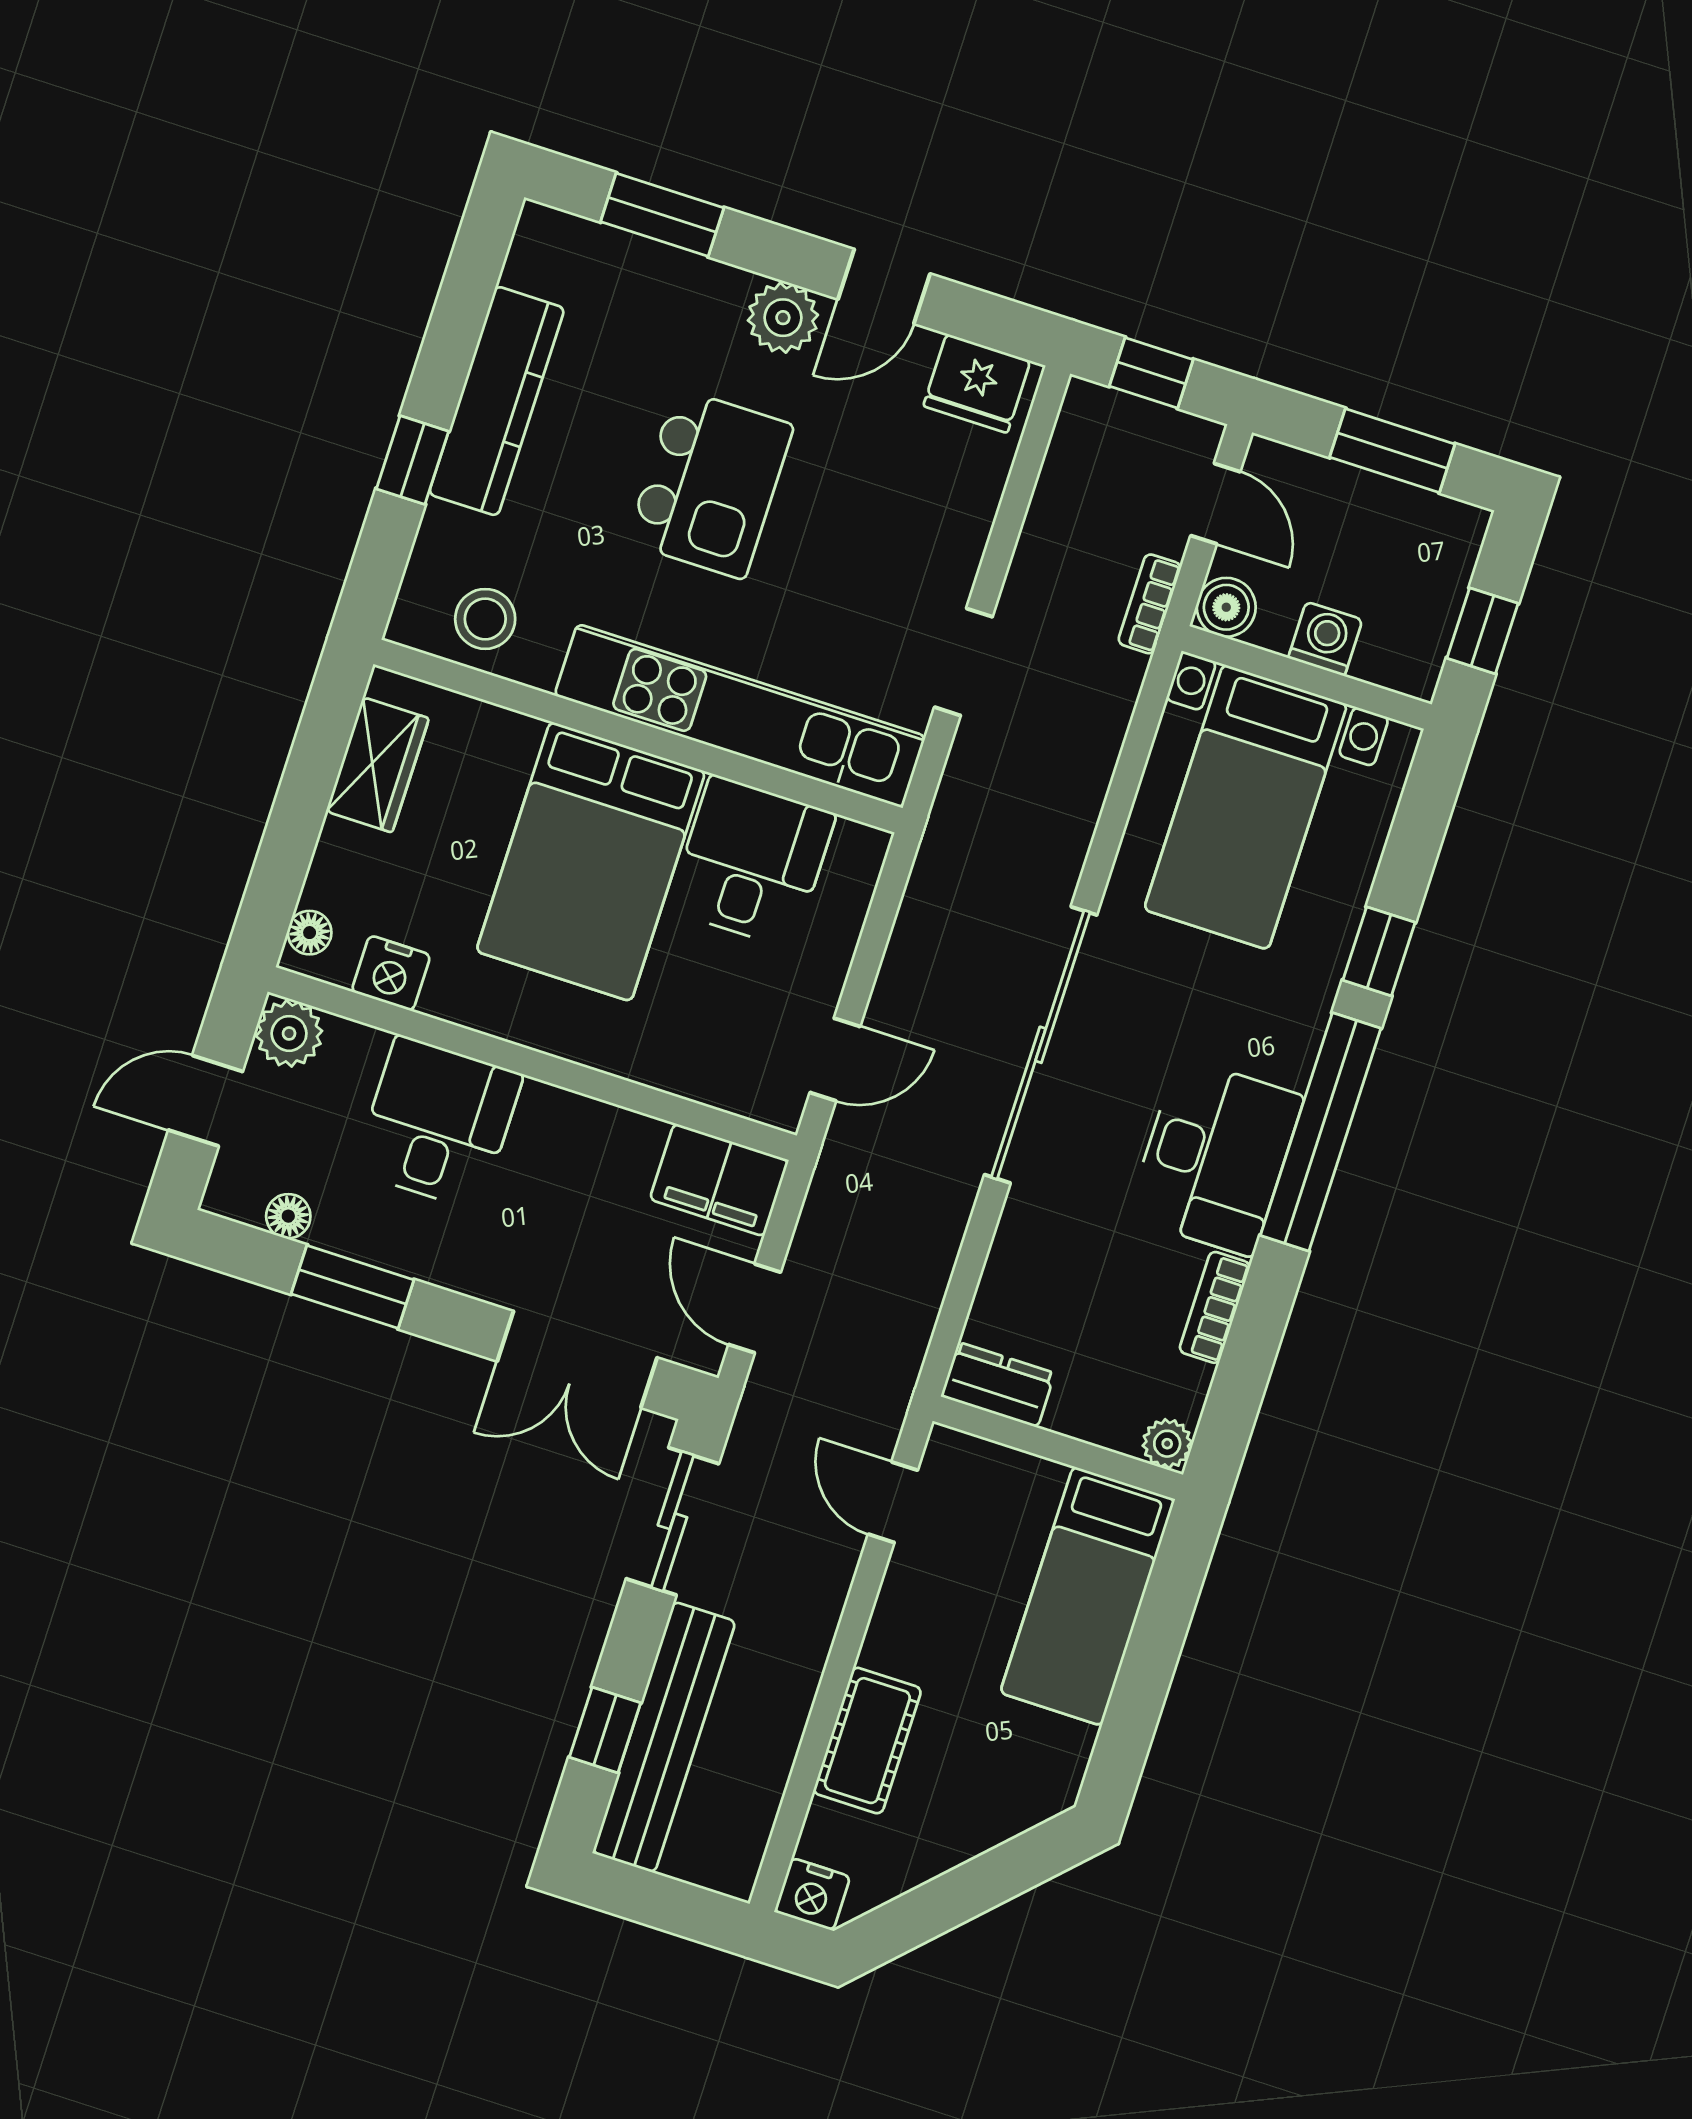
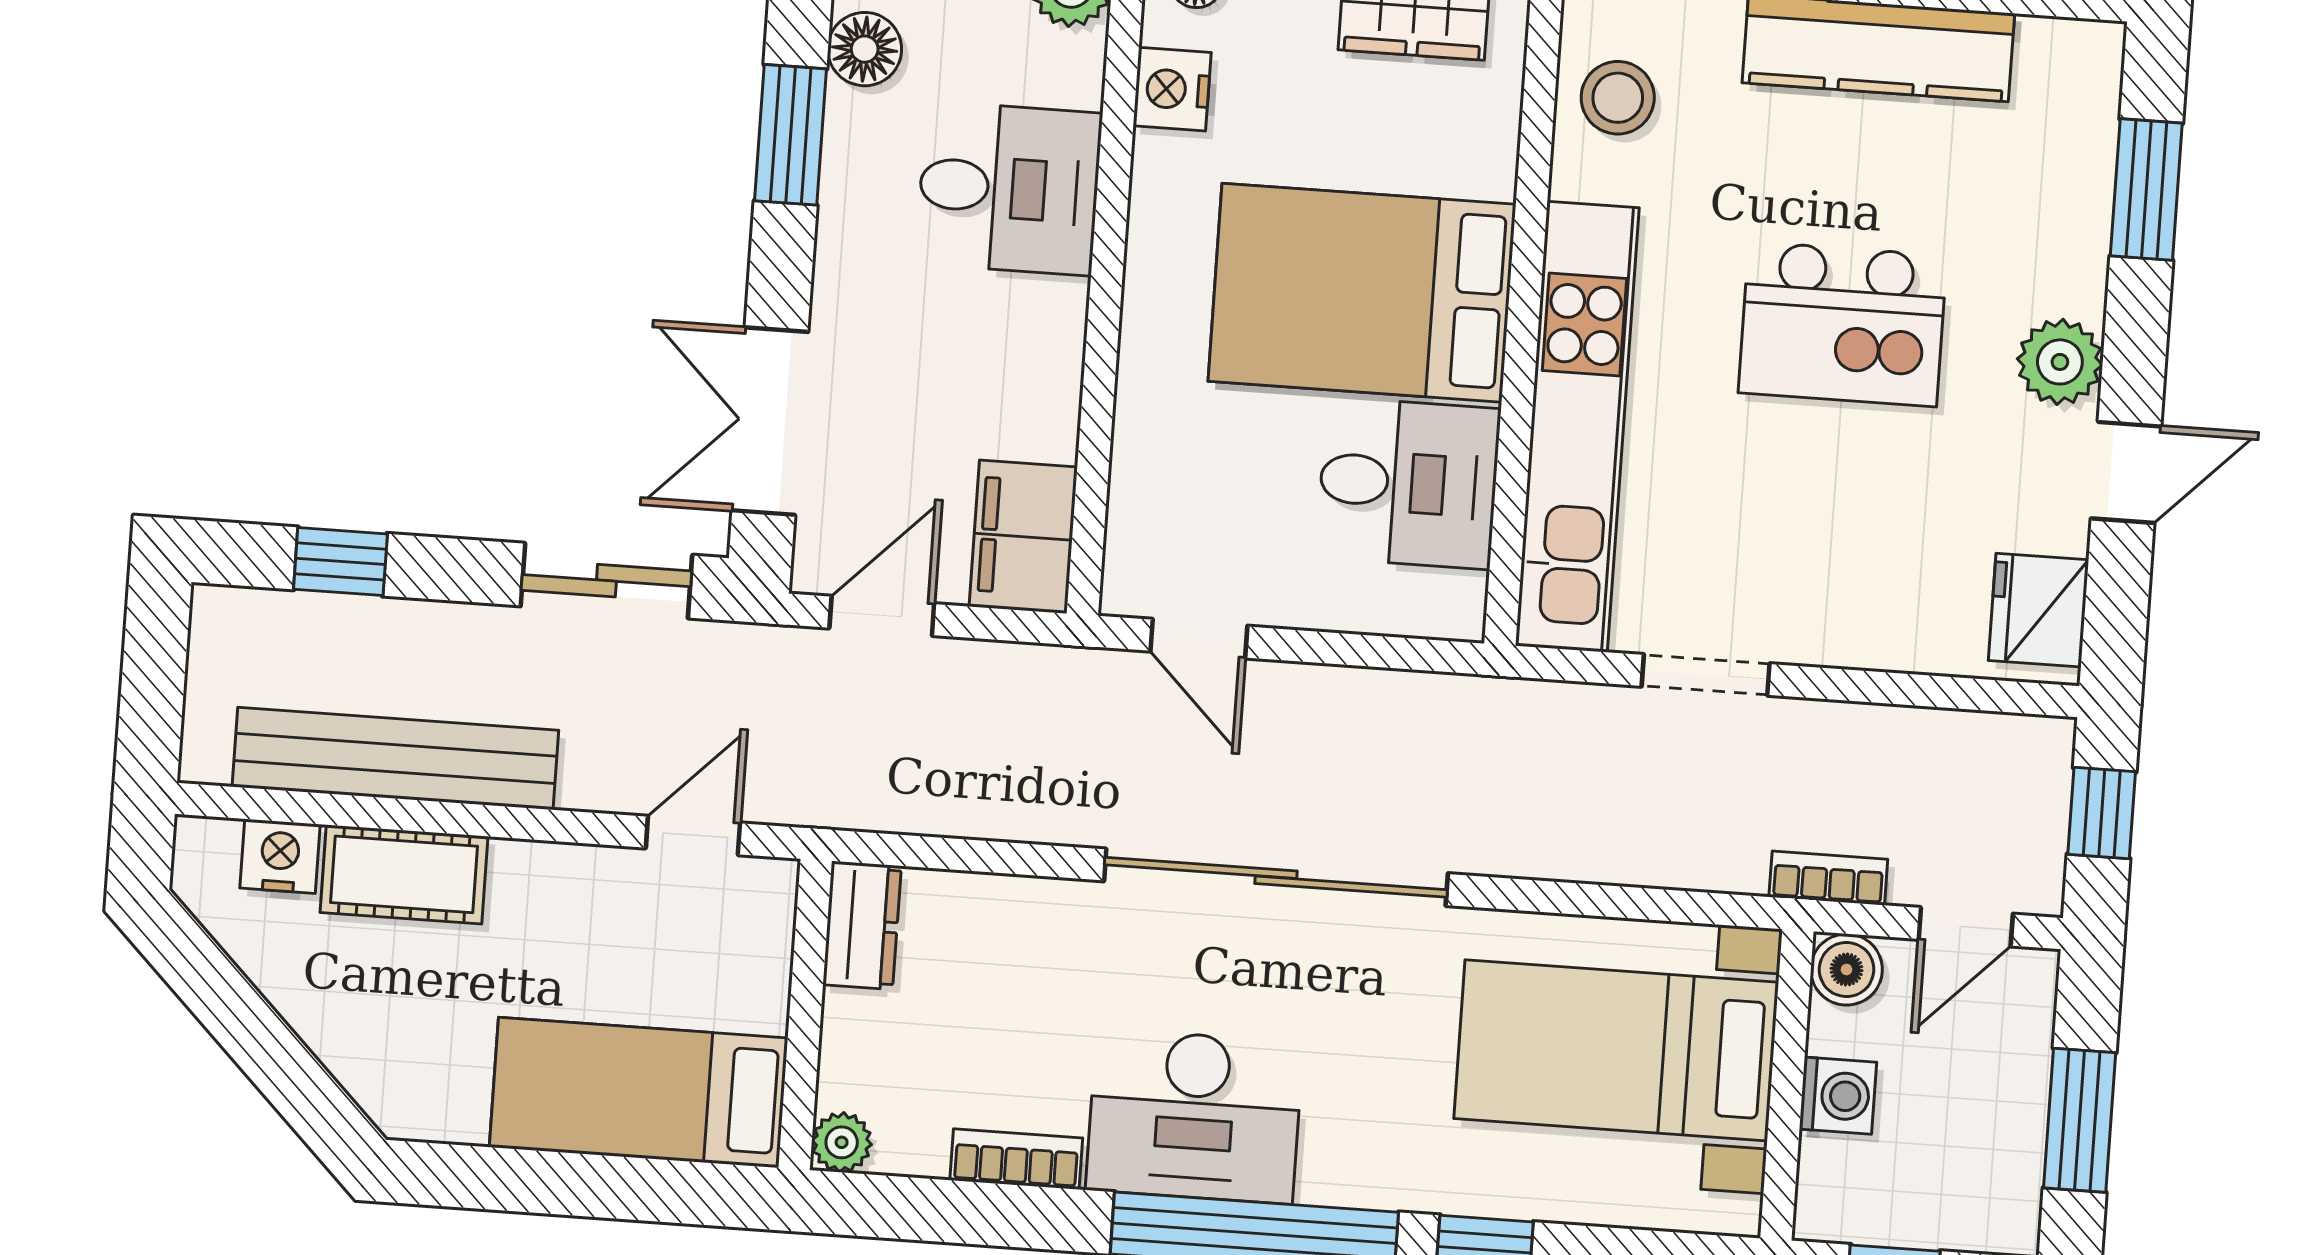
door: (884, 287) -> (2126, 472), swing flipped
floor lamp: (288, 1216) -> (865, 49), width x1.37, depth x1.37
bench: (664, 1737) -> (395, 758), moved
nightstand: (812, 1894) -> (280, 856), moved, turned 90

